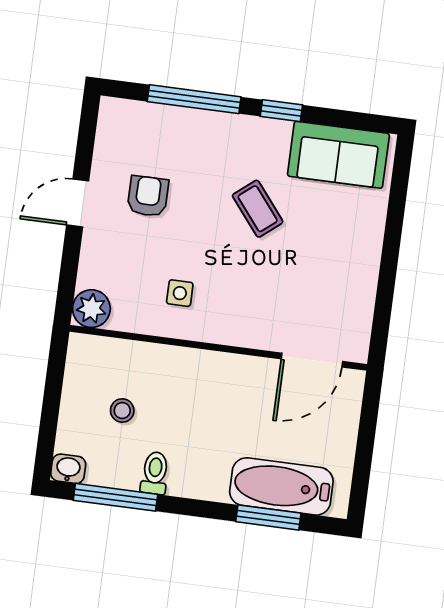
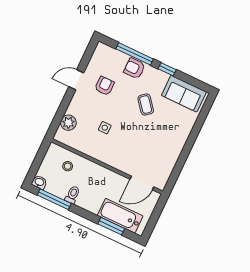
armchair: (205, 133) -> (134, 68), added
wall: (218, 348) -> (107, 166), moved
door: (312, 360) -> (142, 183), moved

